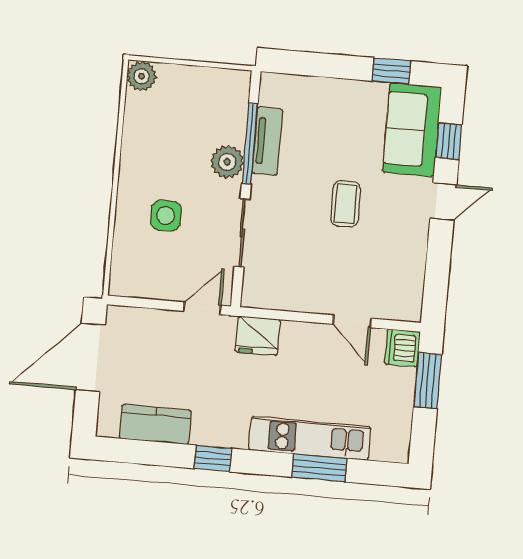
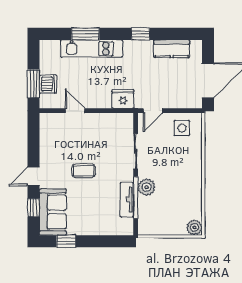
coffee table: (346, 204) -> (84, 171), turned 90
side table: (166, 216) -> (182, 128), moved
dishwasher: (402, 348) -> (48, 84), moved

